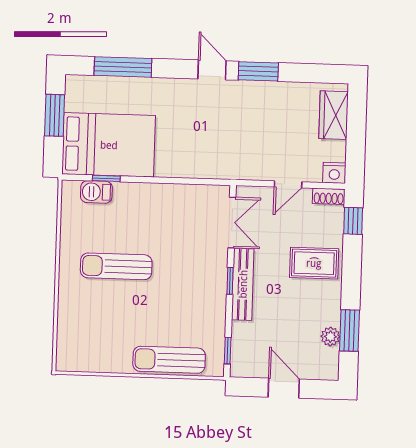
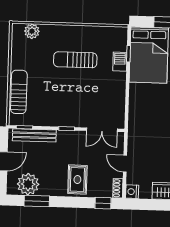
barbecue: (96, 192) -> (120, 62), moved
sun lounger: (116, 266) -> (75, 60), turned -90
bench: (243, 284) -> (34, 135), moved
plant: (330, 337) -> (28, 184), width x1.87, depth x1.87
plant: (69, 338) -> (32, 31), added

